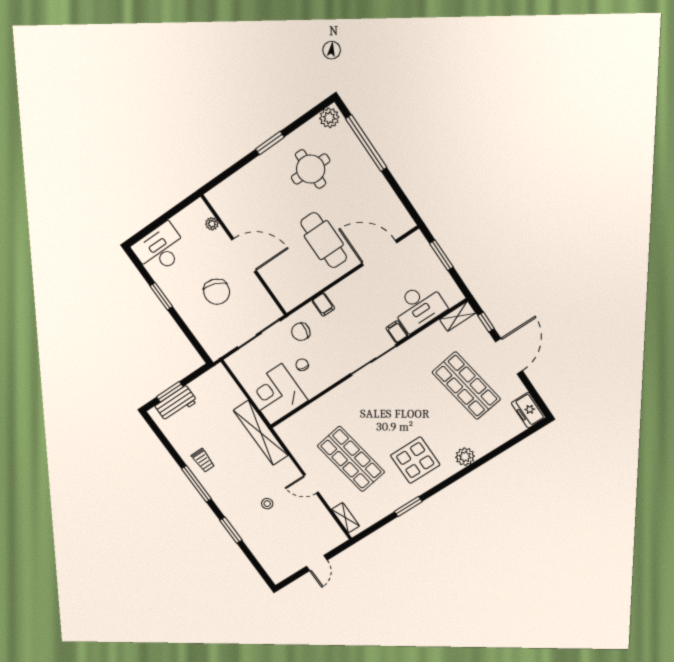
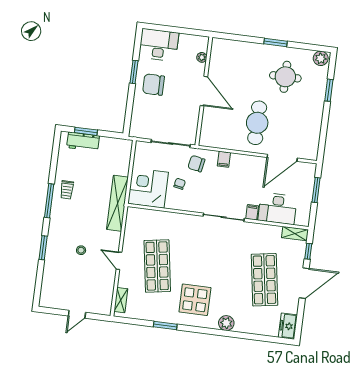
window: (366, 143) -> (329, 90), width x0.47
door: (379, 253) -> (282, 158), swing flipped
chair: (217, 292) -> (153, 85), moved, turned 70

